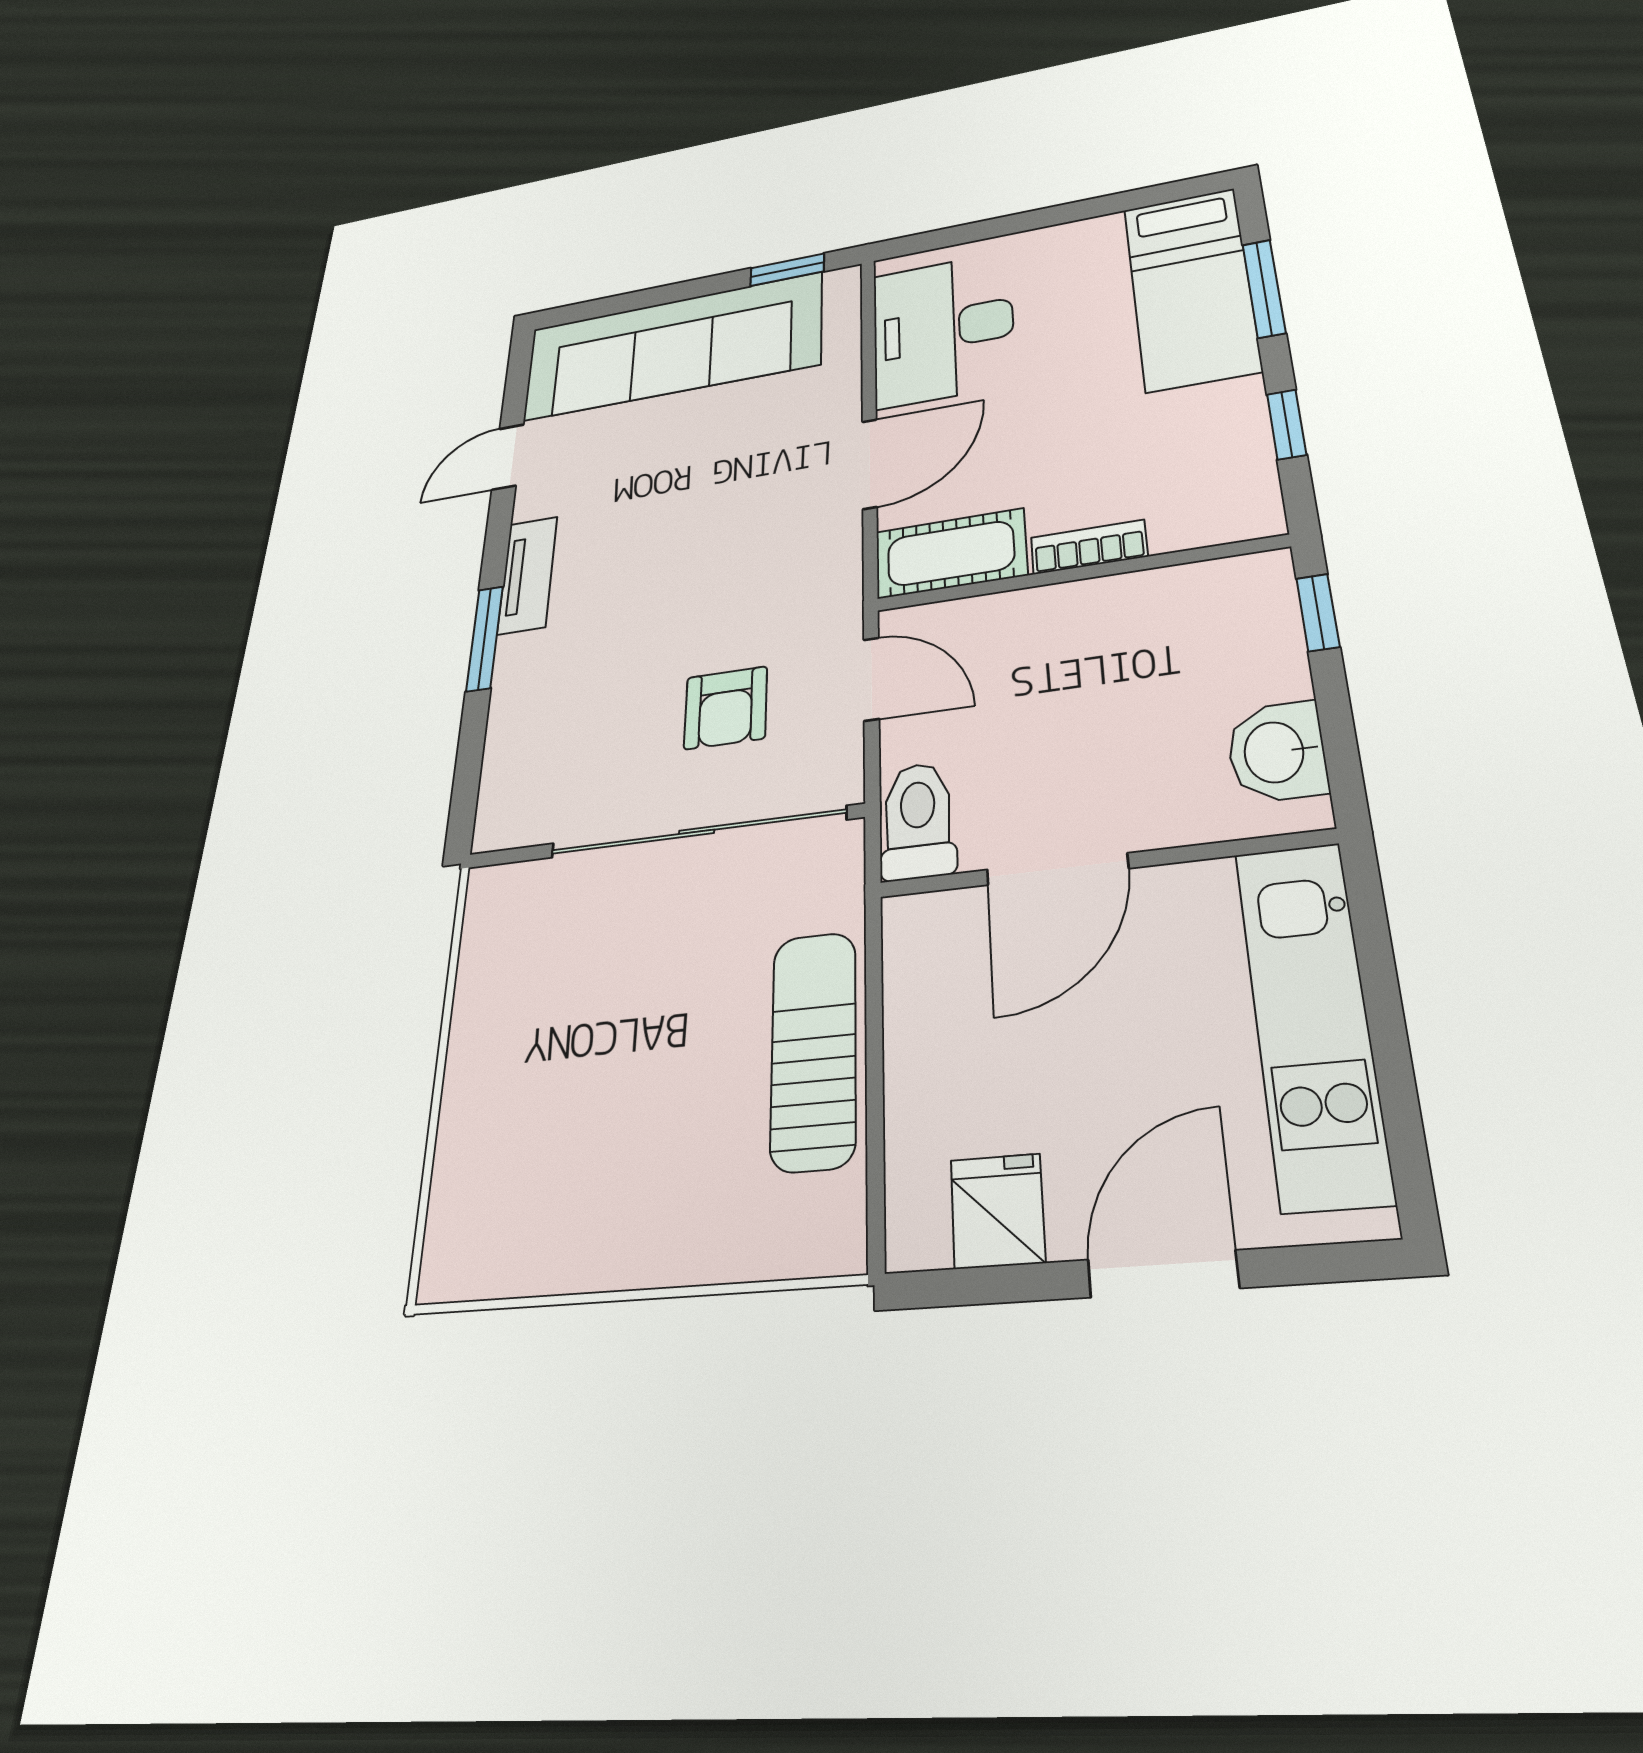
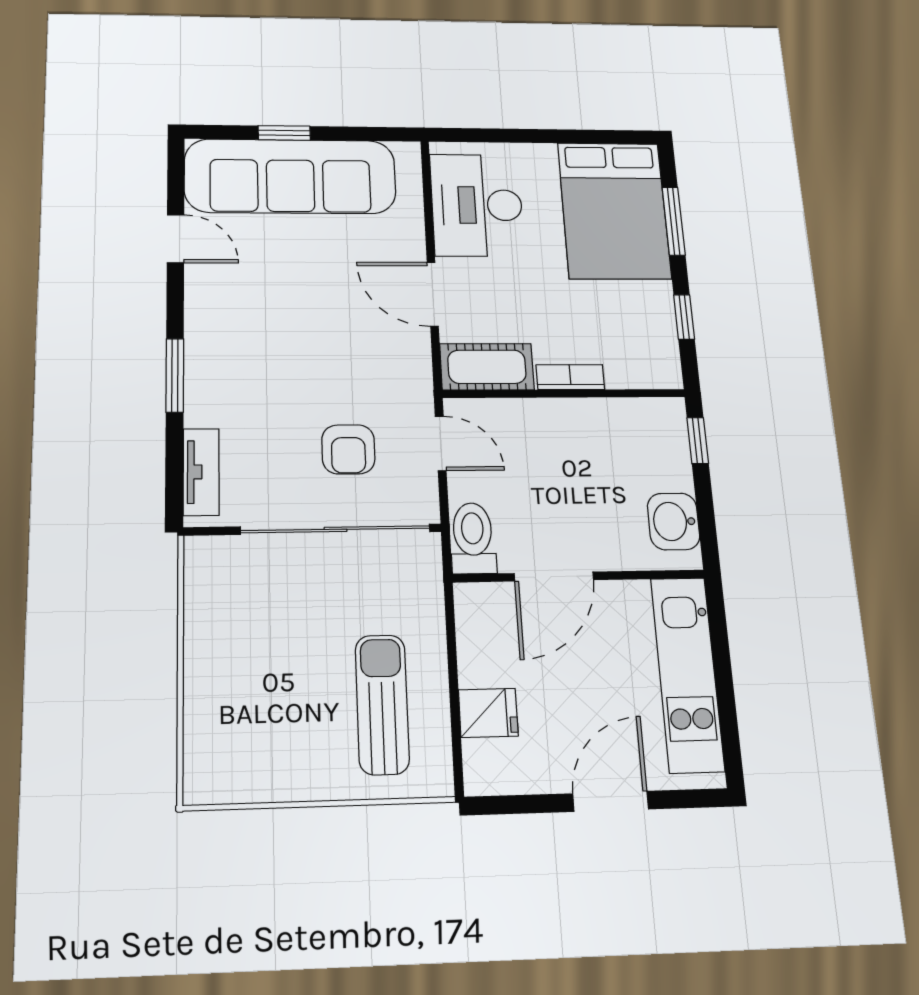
window: (787, 270) -> (284, 133), moved
bed: (1191, 288) -> (614, 210), width x1.50
door: (508, 457) -> (176, 239), swing flipped
door: (870, 464) -> (433, 294), swing flipped
tv unit: (528, 575) -> (201, 472), moved
sun lounger: (814, 1049) -> (382, 704), moved
fridge: (997, 1211) -> (488, 713), moved, turned 90

